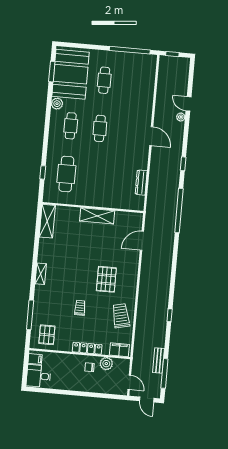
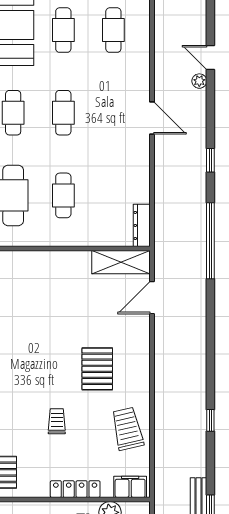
cafe table: (133, 83) -> (113, 30), added
cafe table: (96, 177) -> (63, 195), added
dresser: (141, 182) -> (142, 225), moved
shelving: (97, 216) -> (121, 262), moved

